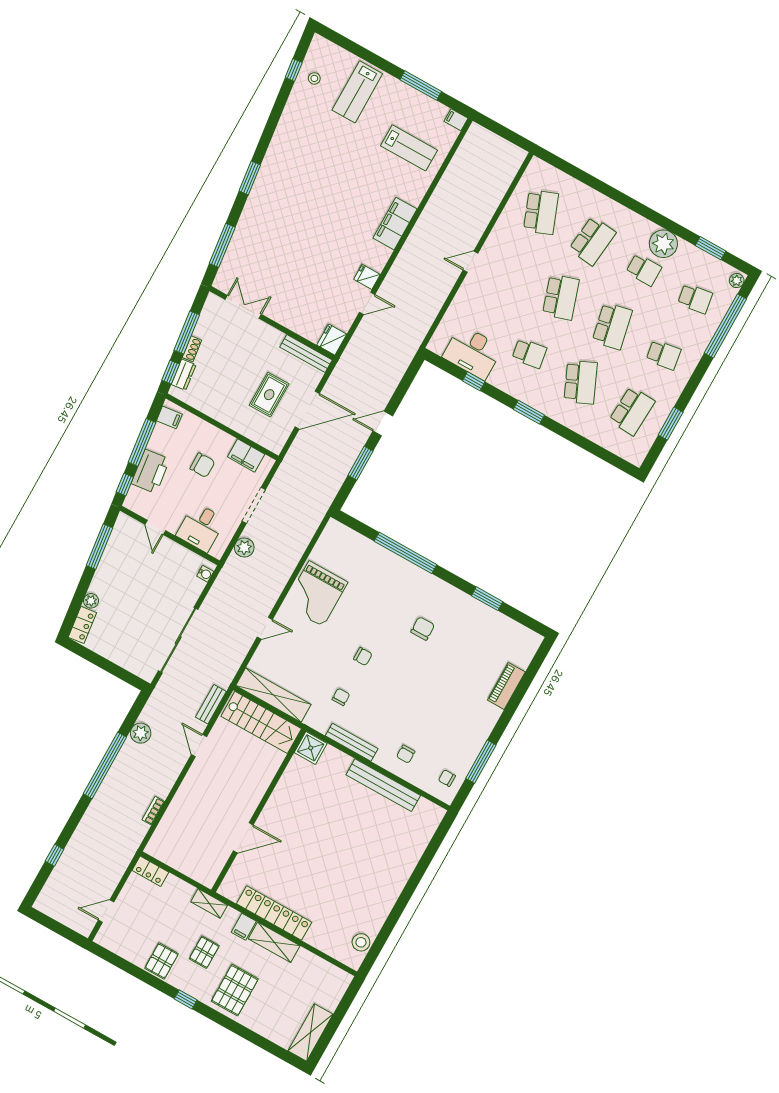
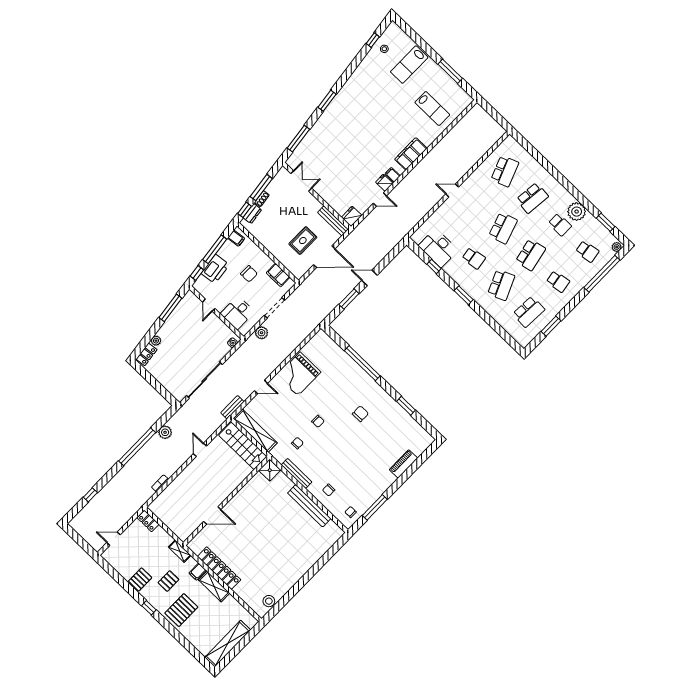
filing cabinet: (456, 120) -> (393, 175), moved
bench: (211, 704) -> (232, 407), moved
shelving: (311, 1033) -> (228, 644), width x1.47

